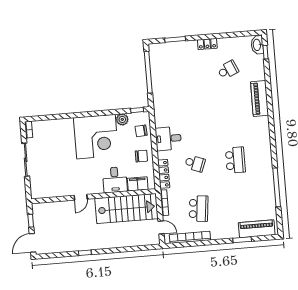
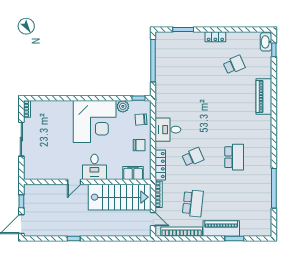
school desk: (195, 163) -> (193, 157), turned -45
desk: (115, 180) -> (94, 167), moved
piano: (257, 229) -> (221, 228), moved

